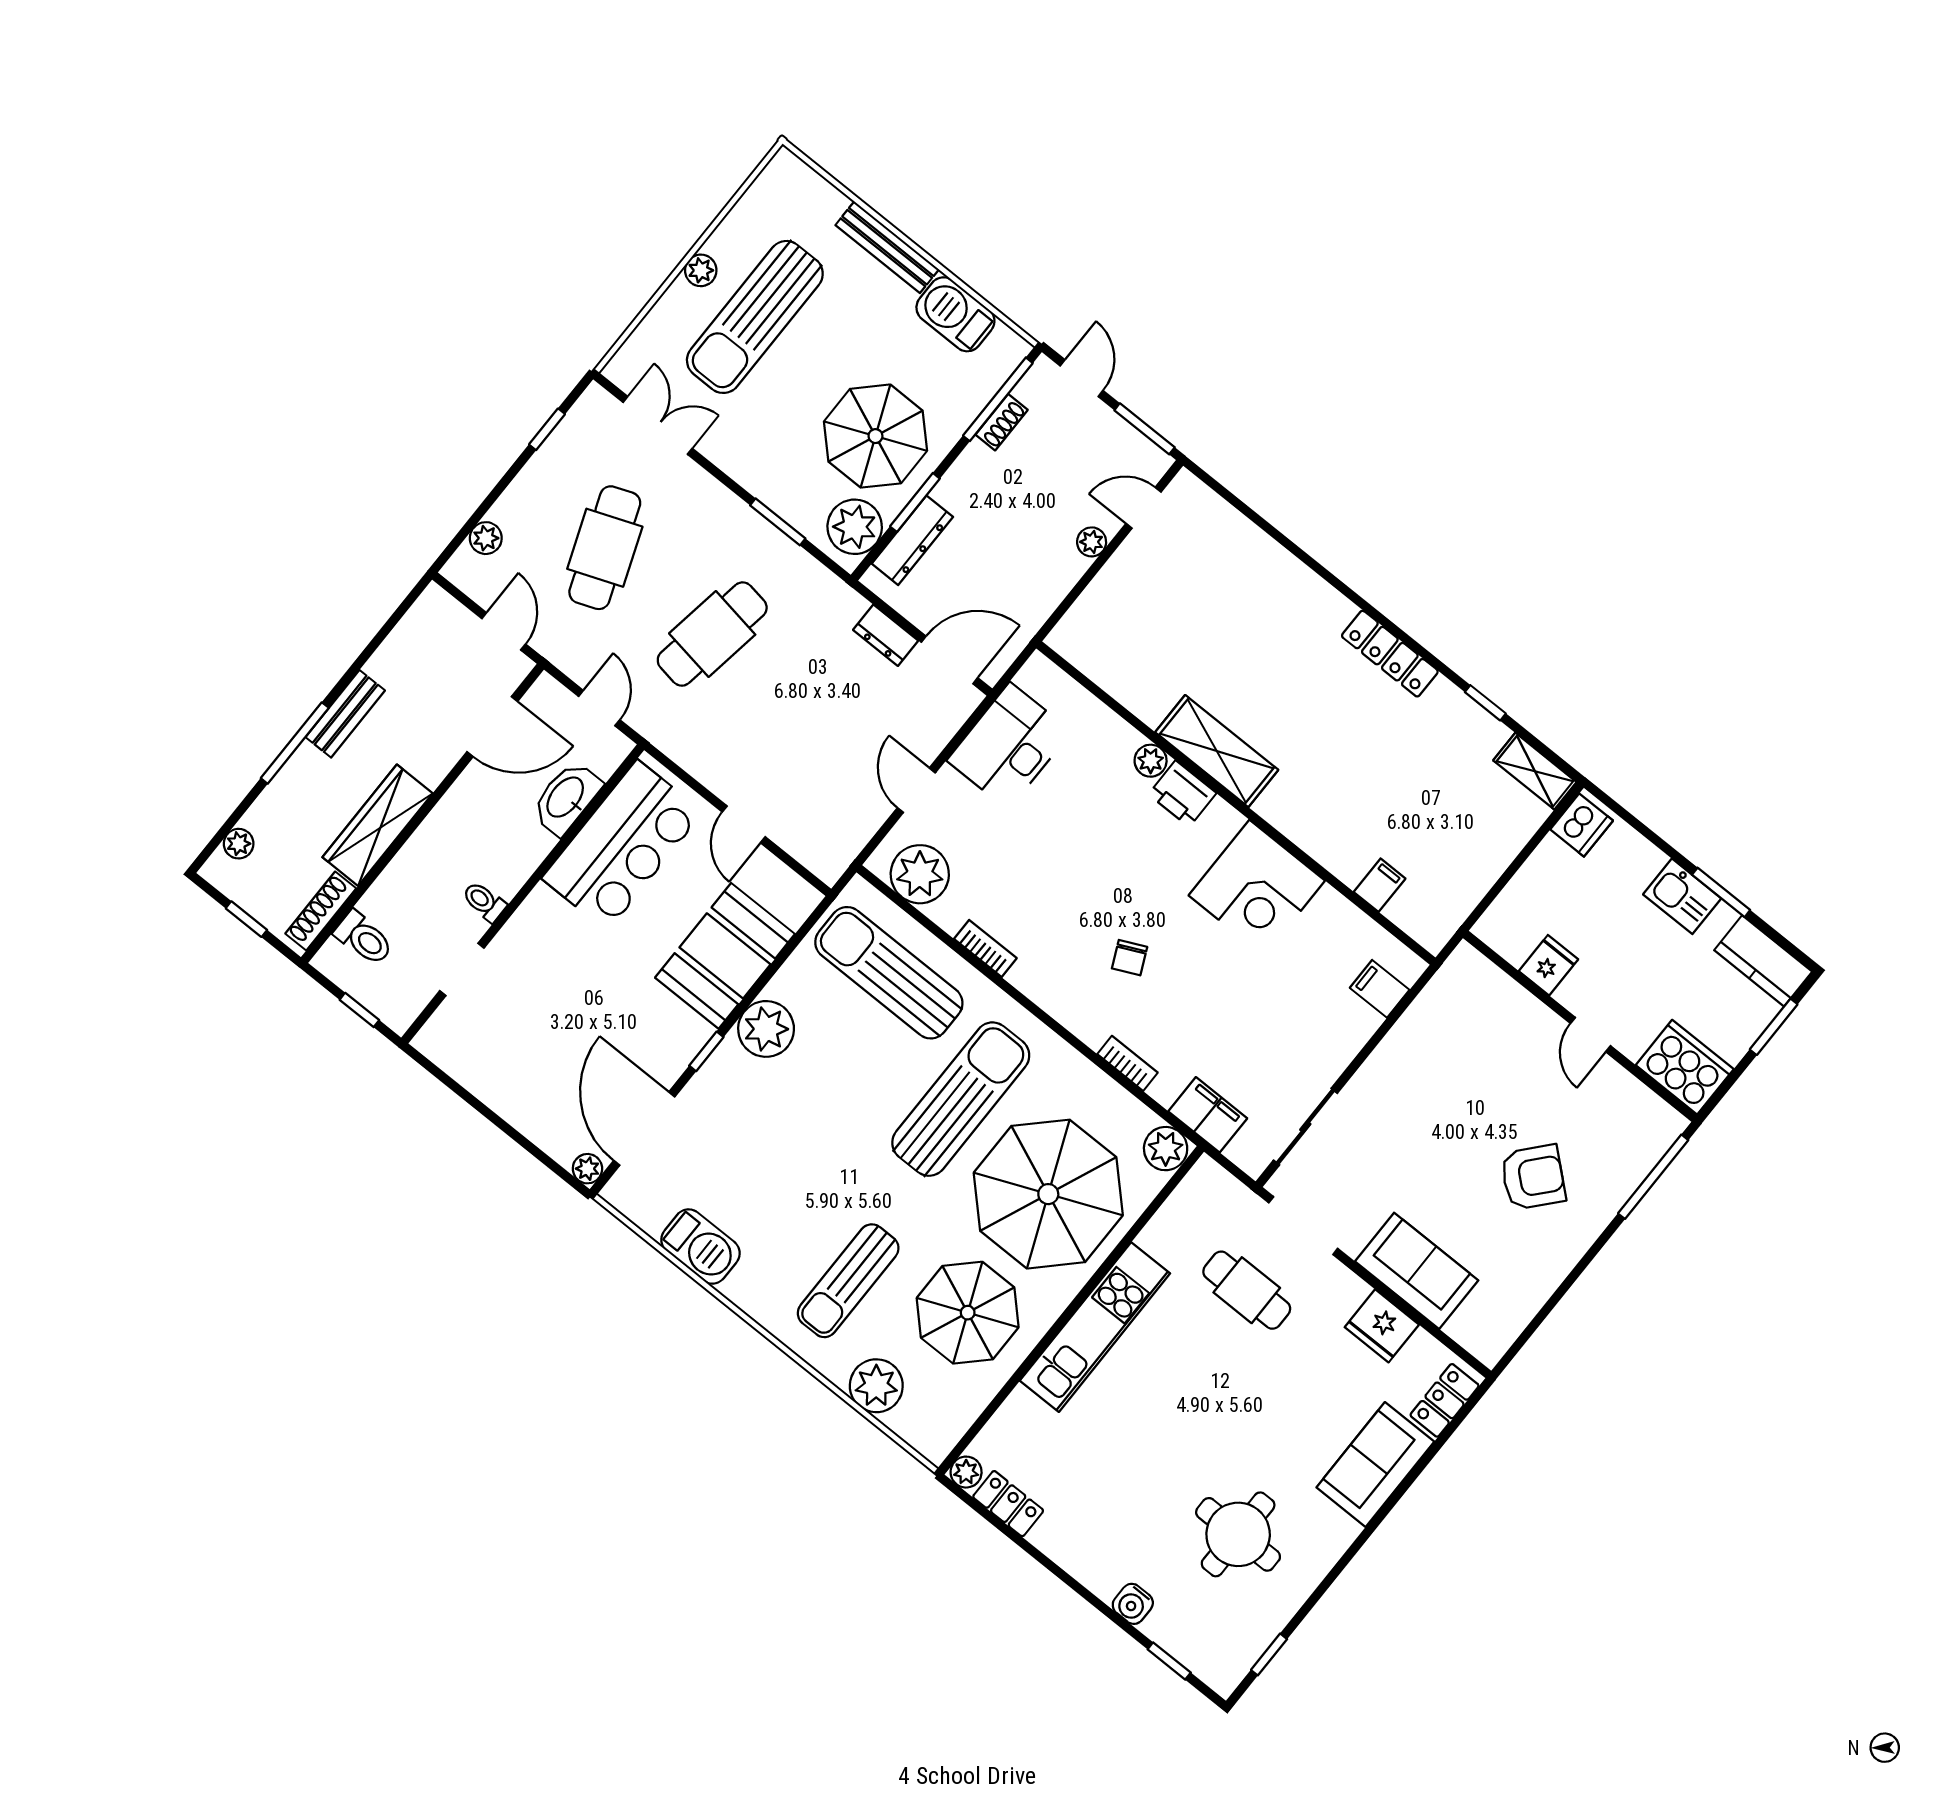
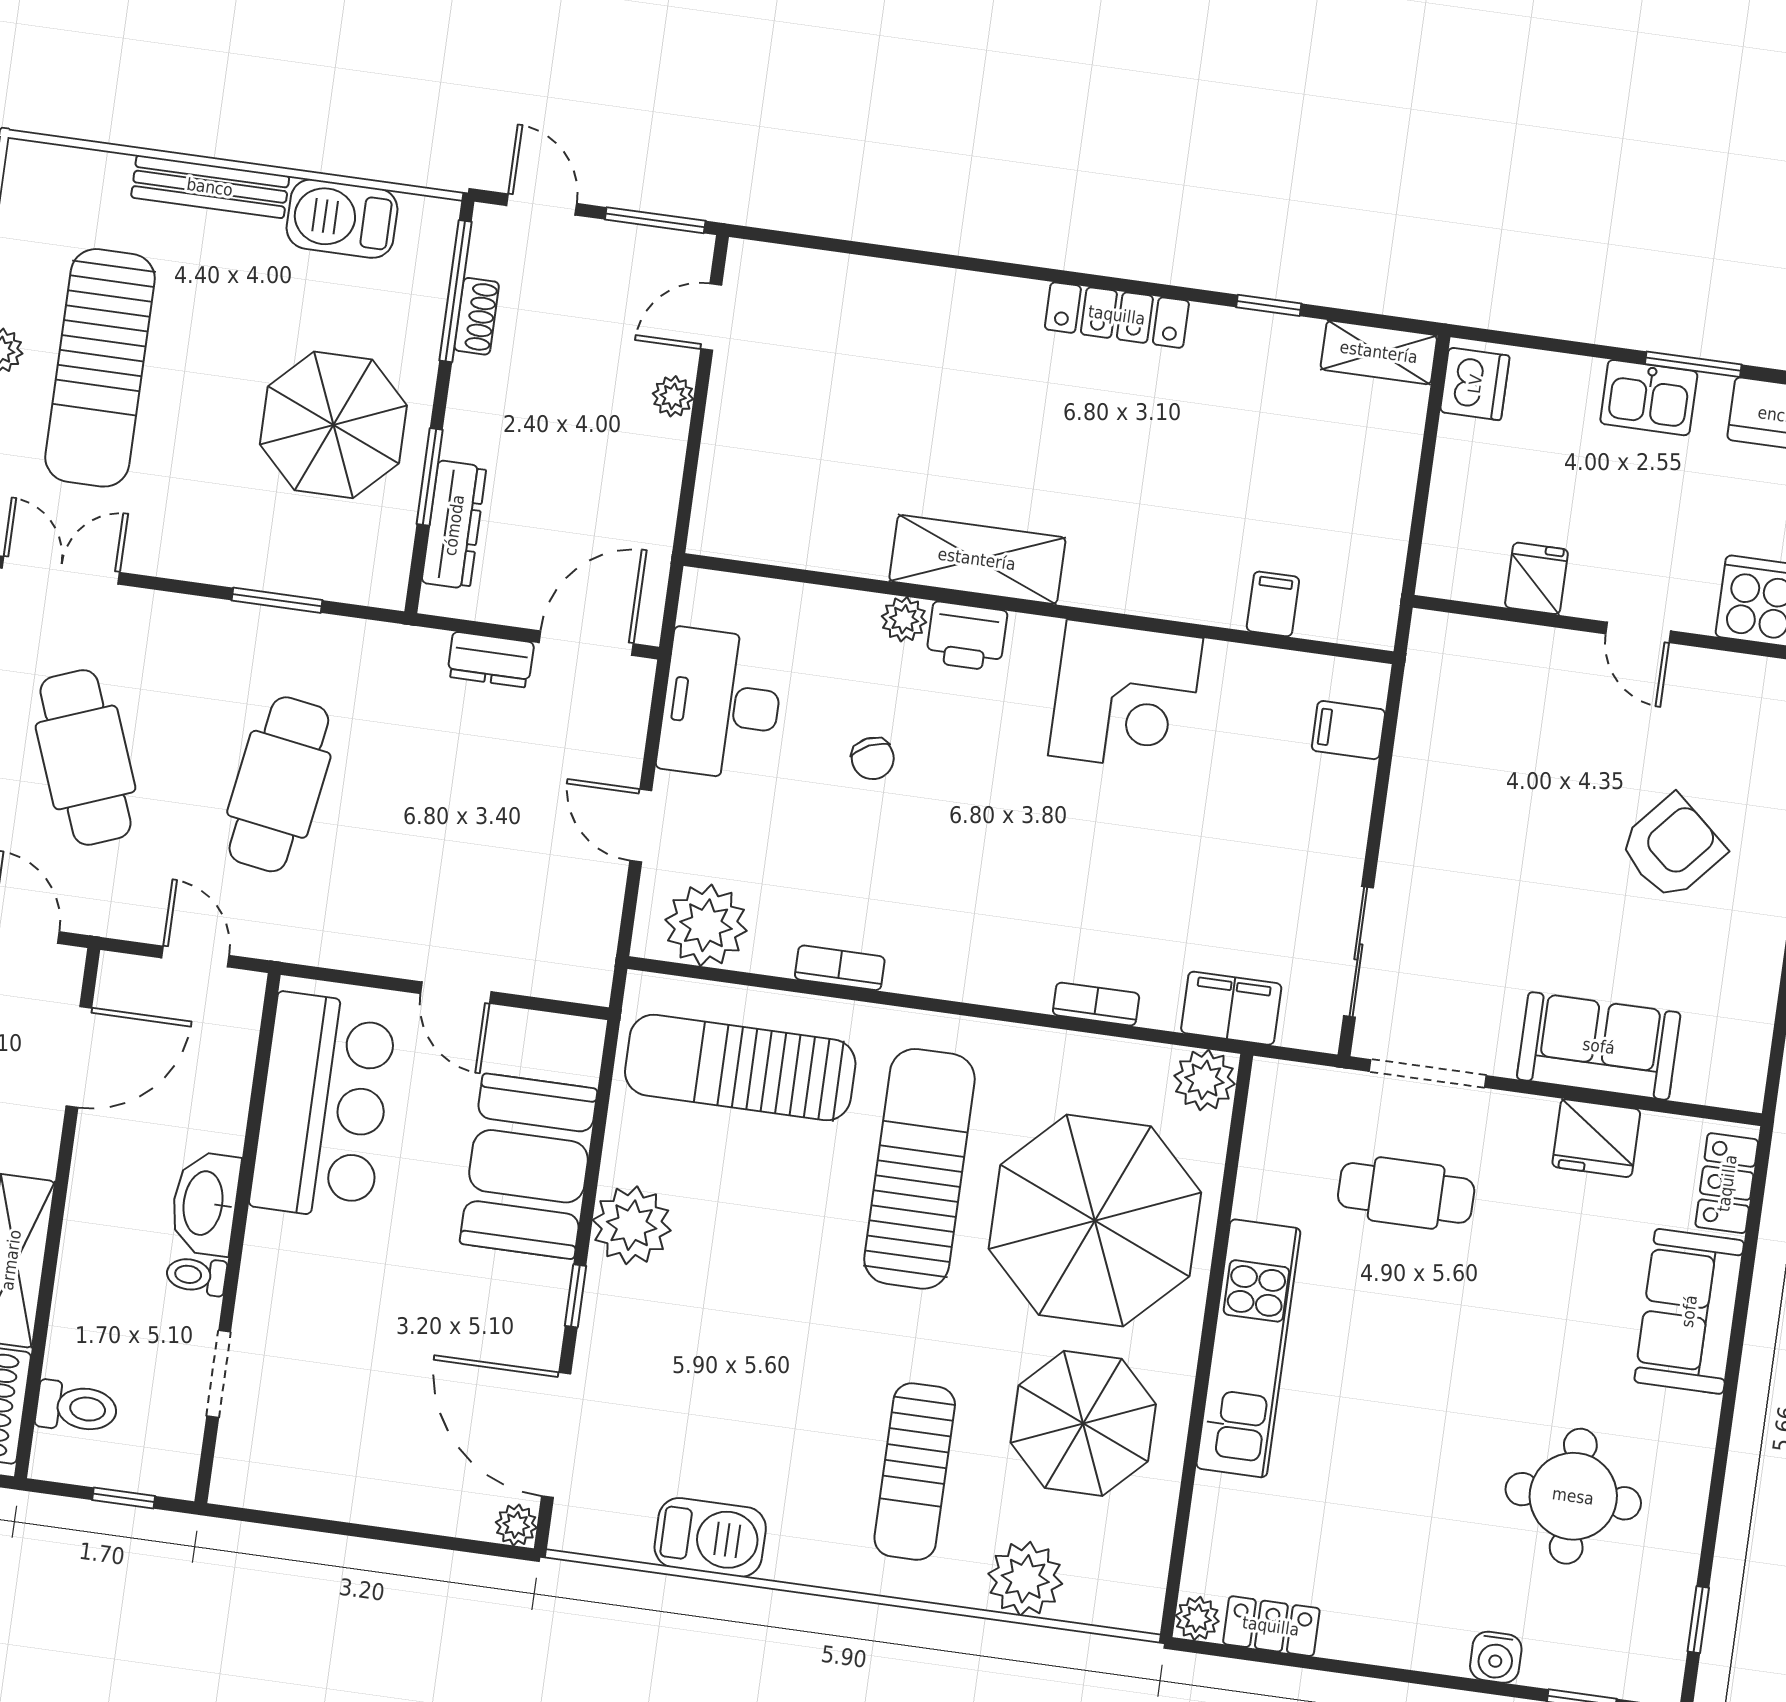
plant: (855, 527) -> (374, 550), removed
washbasin: (566, 798) -> (205, 1203), moved
chair: (1130, 958) -> (873, 758), moved

